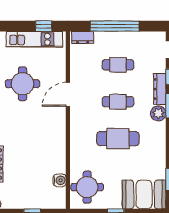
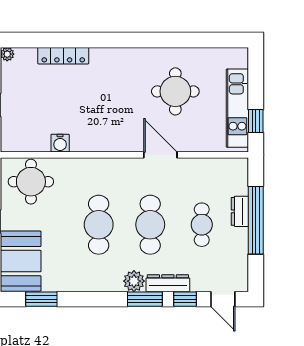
dresser: (83, 37) -> (240, 211), moved
cafe table: (118, 102) -> (150, 225), width x1.37, depth x1.35
water cooler: (60, 180) -> (60, 143), moved

